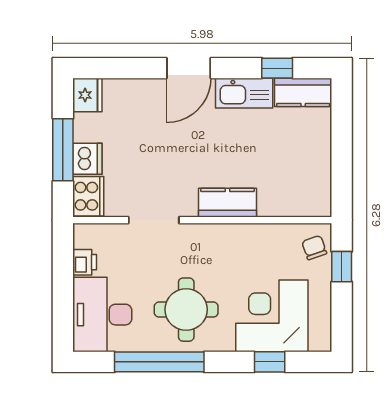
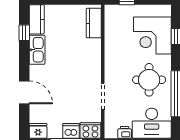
door: (189, 68) -> (24, 92), moved
kitchen counter: (228, 203) -> (94, 23), moved
chair: (314, 248) -> (117, 14), removed

